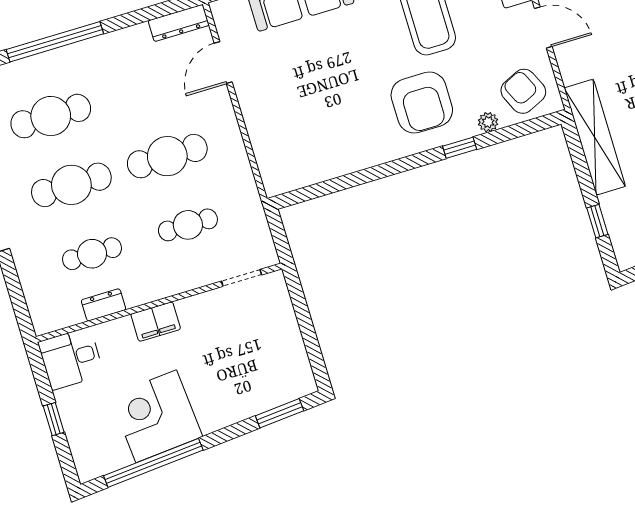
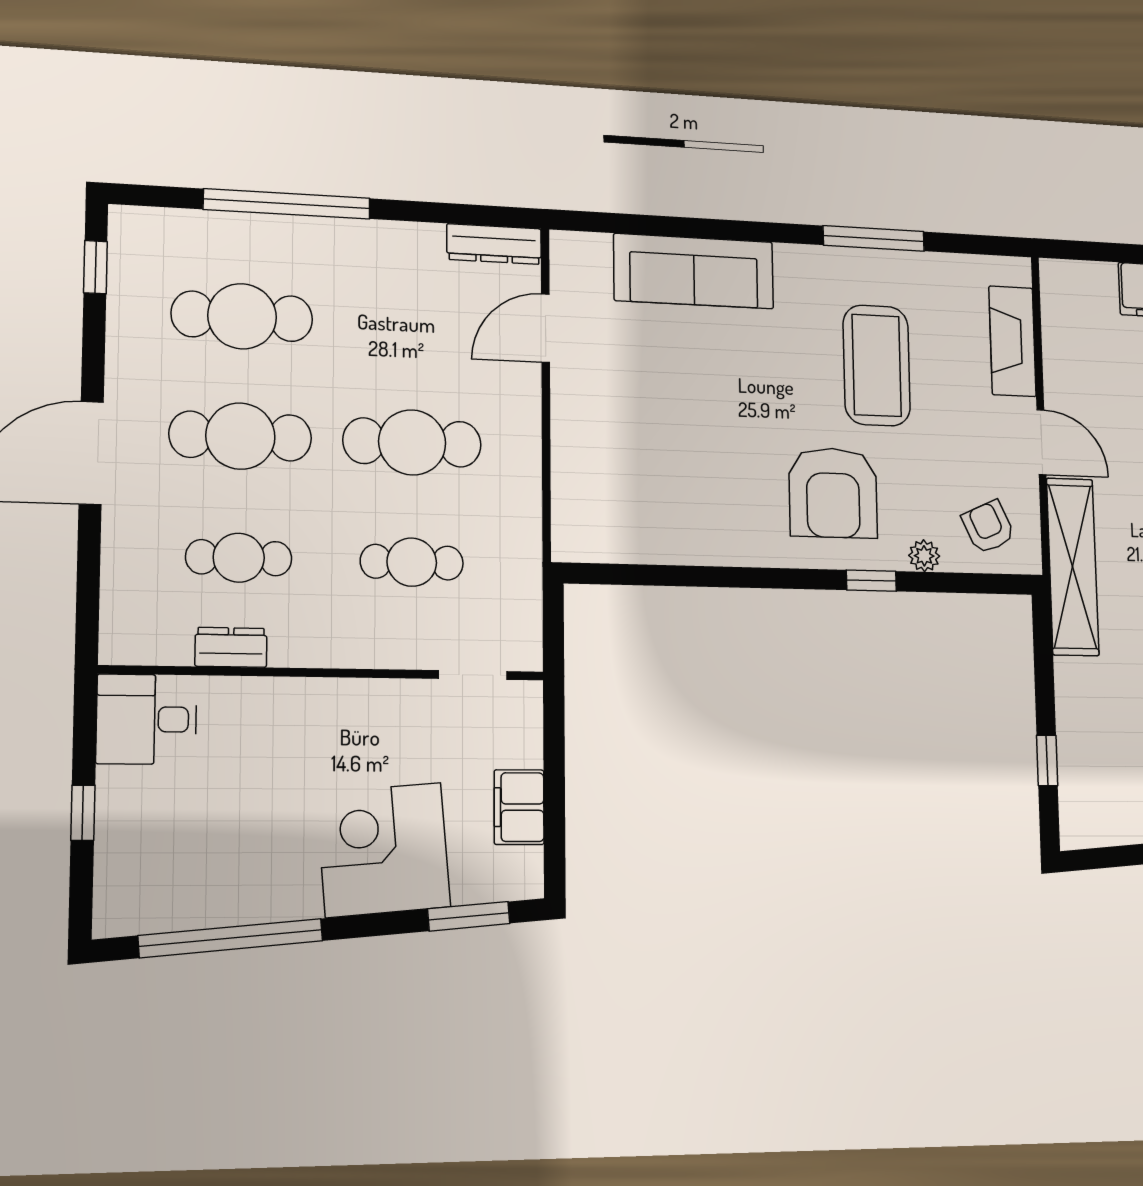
armchair: (523, 91) -> (988, 527), width x0.72, depth x0.72
shelving: (595, 137) -> (1073, 567), moved
filing cabinet: (156, 322) -> (519, 807), moved, turned 90
corner desk: (156, 416) -> (383, 850), moved

